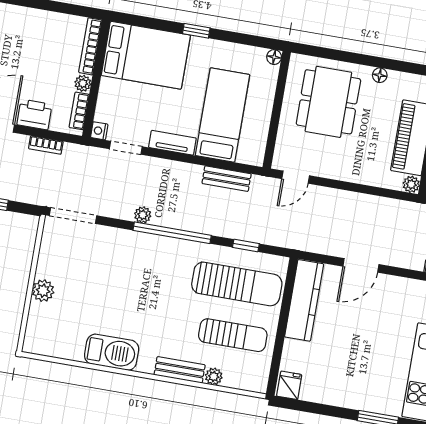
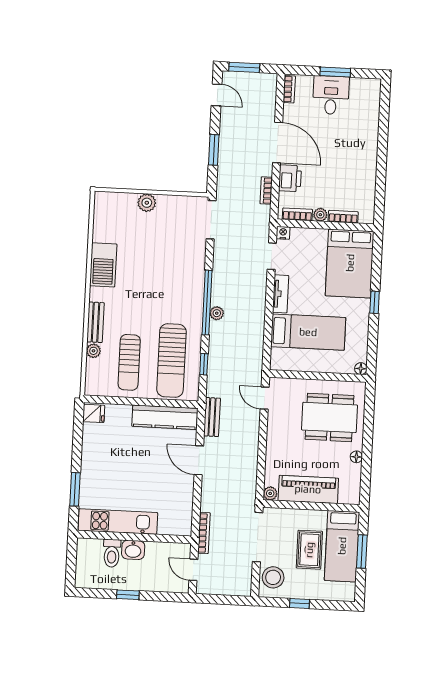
bookcase: (90, 46) -> (343, 217), width x0.64
bench: (227, 179) -> (212, 417), moved
plant: (143, 215) -> (217, 313), moved

